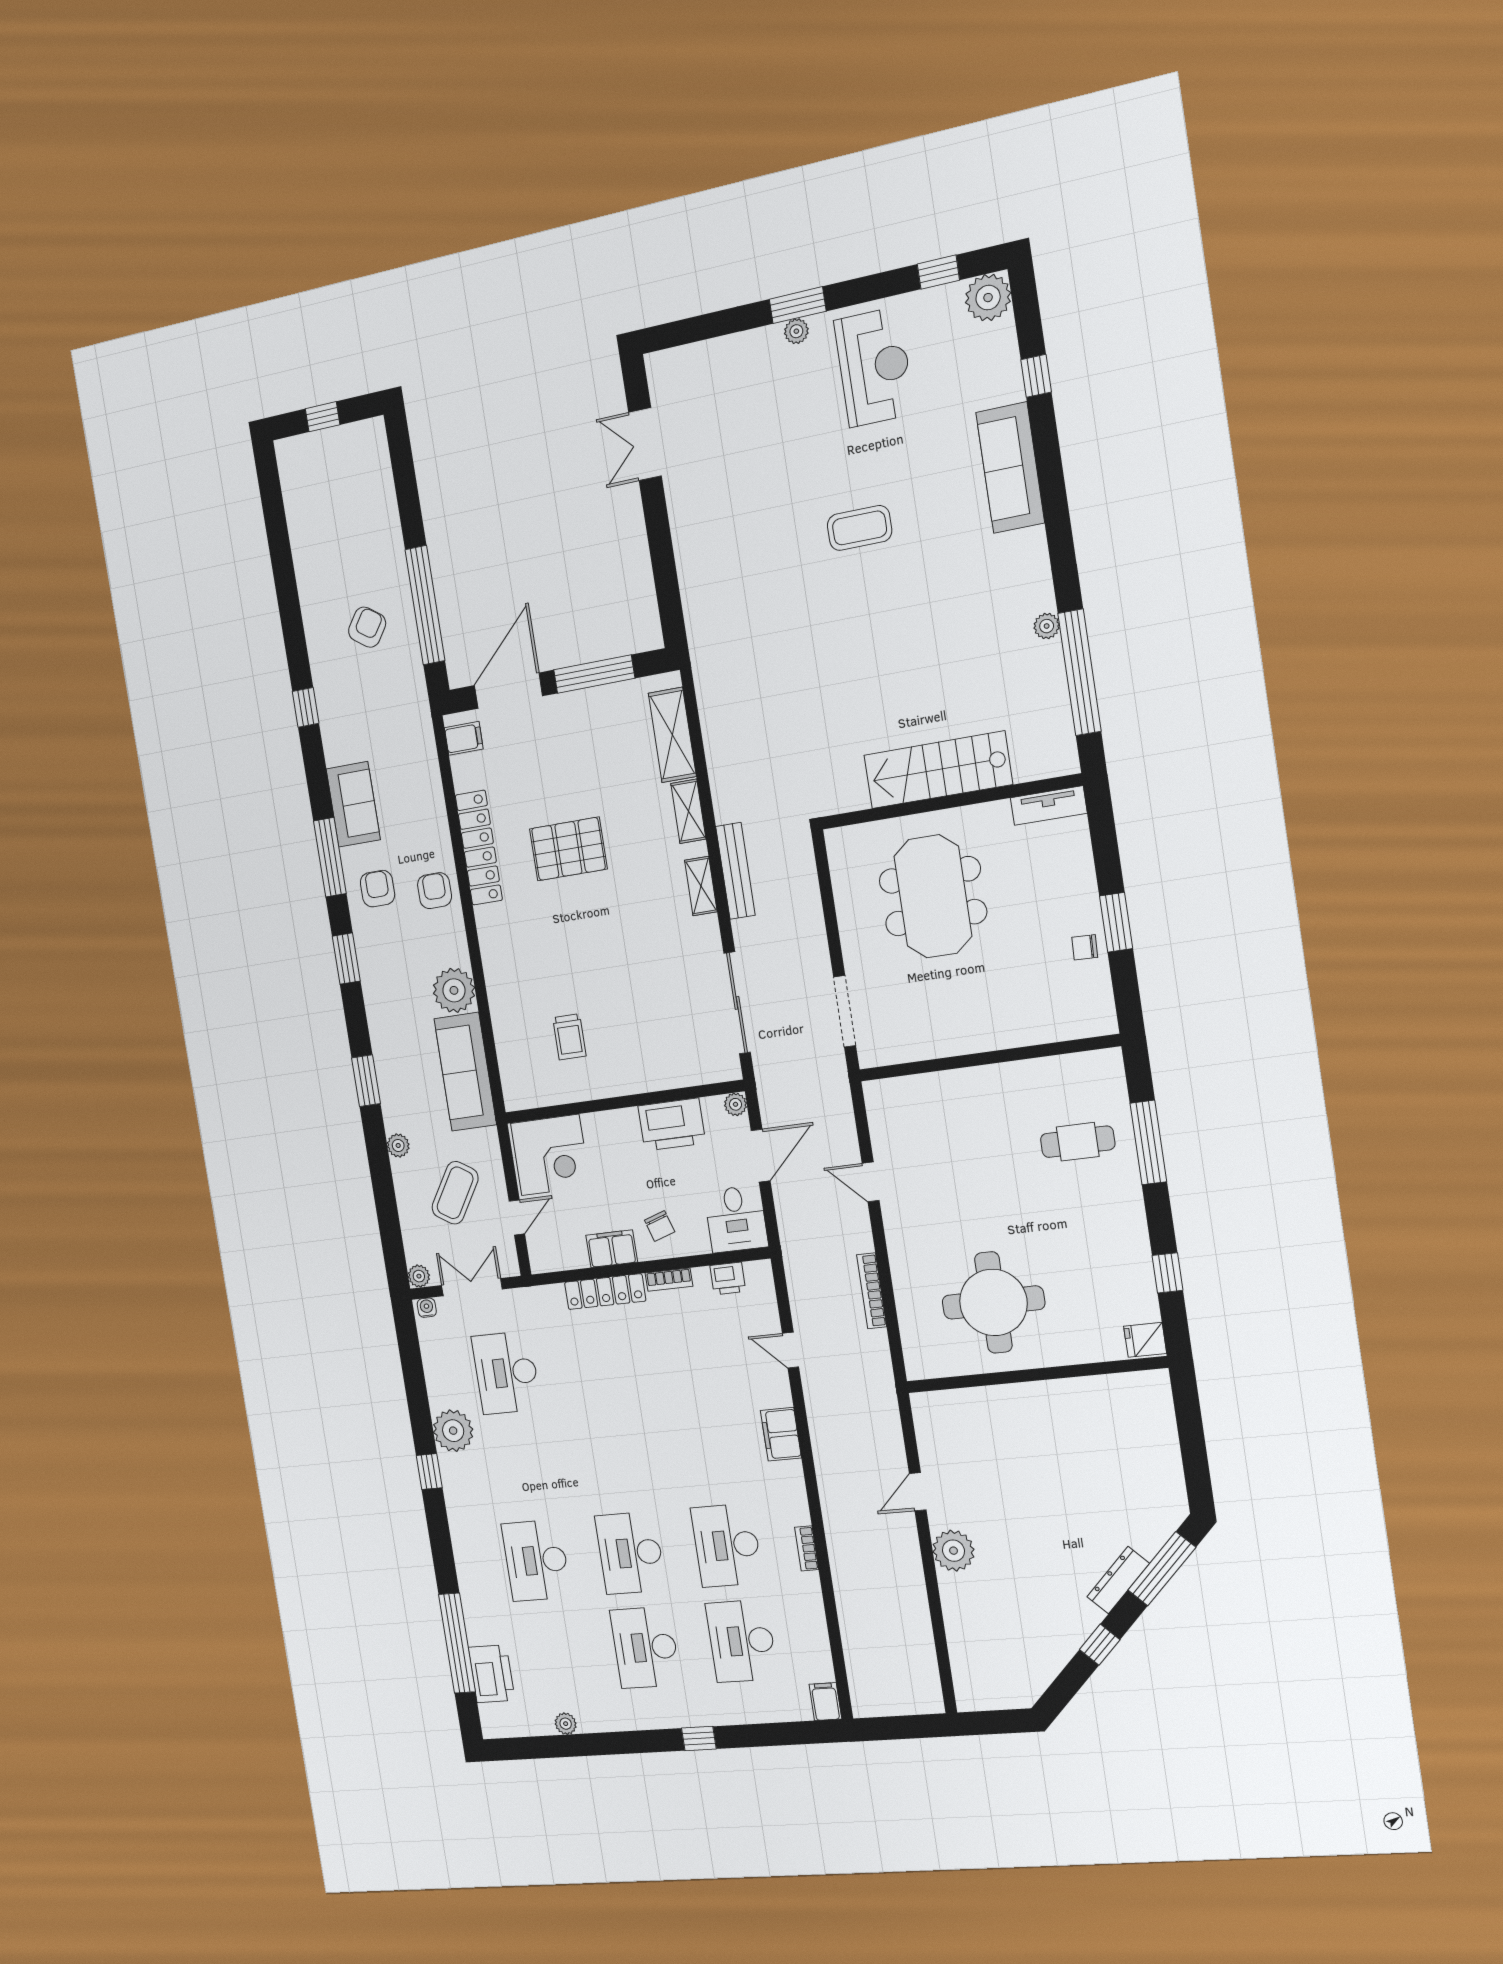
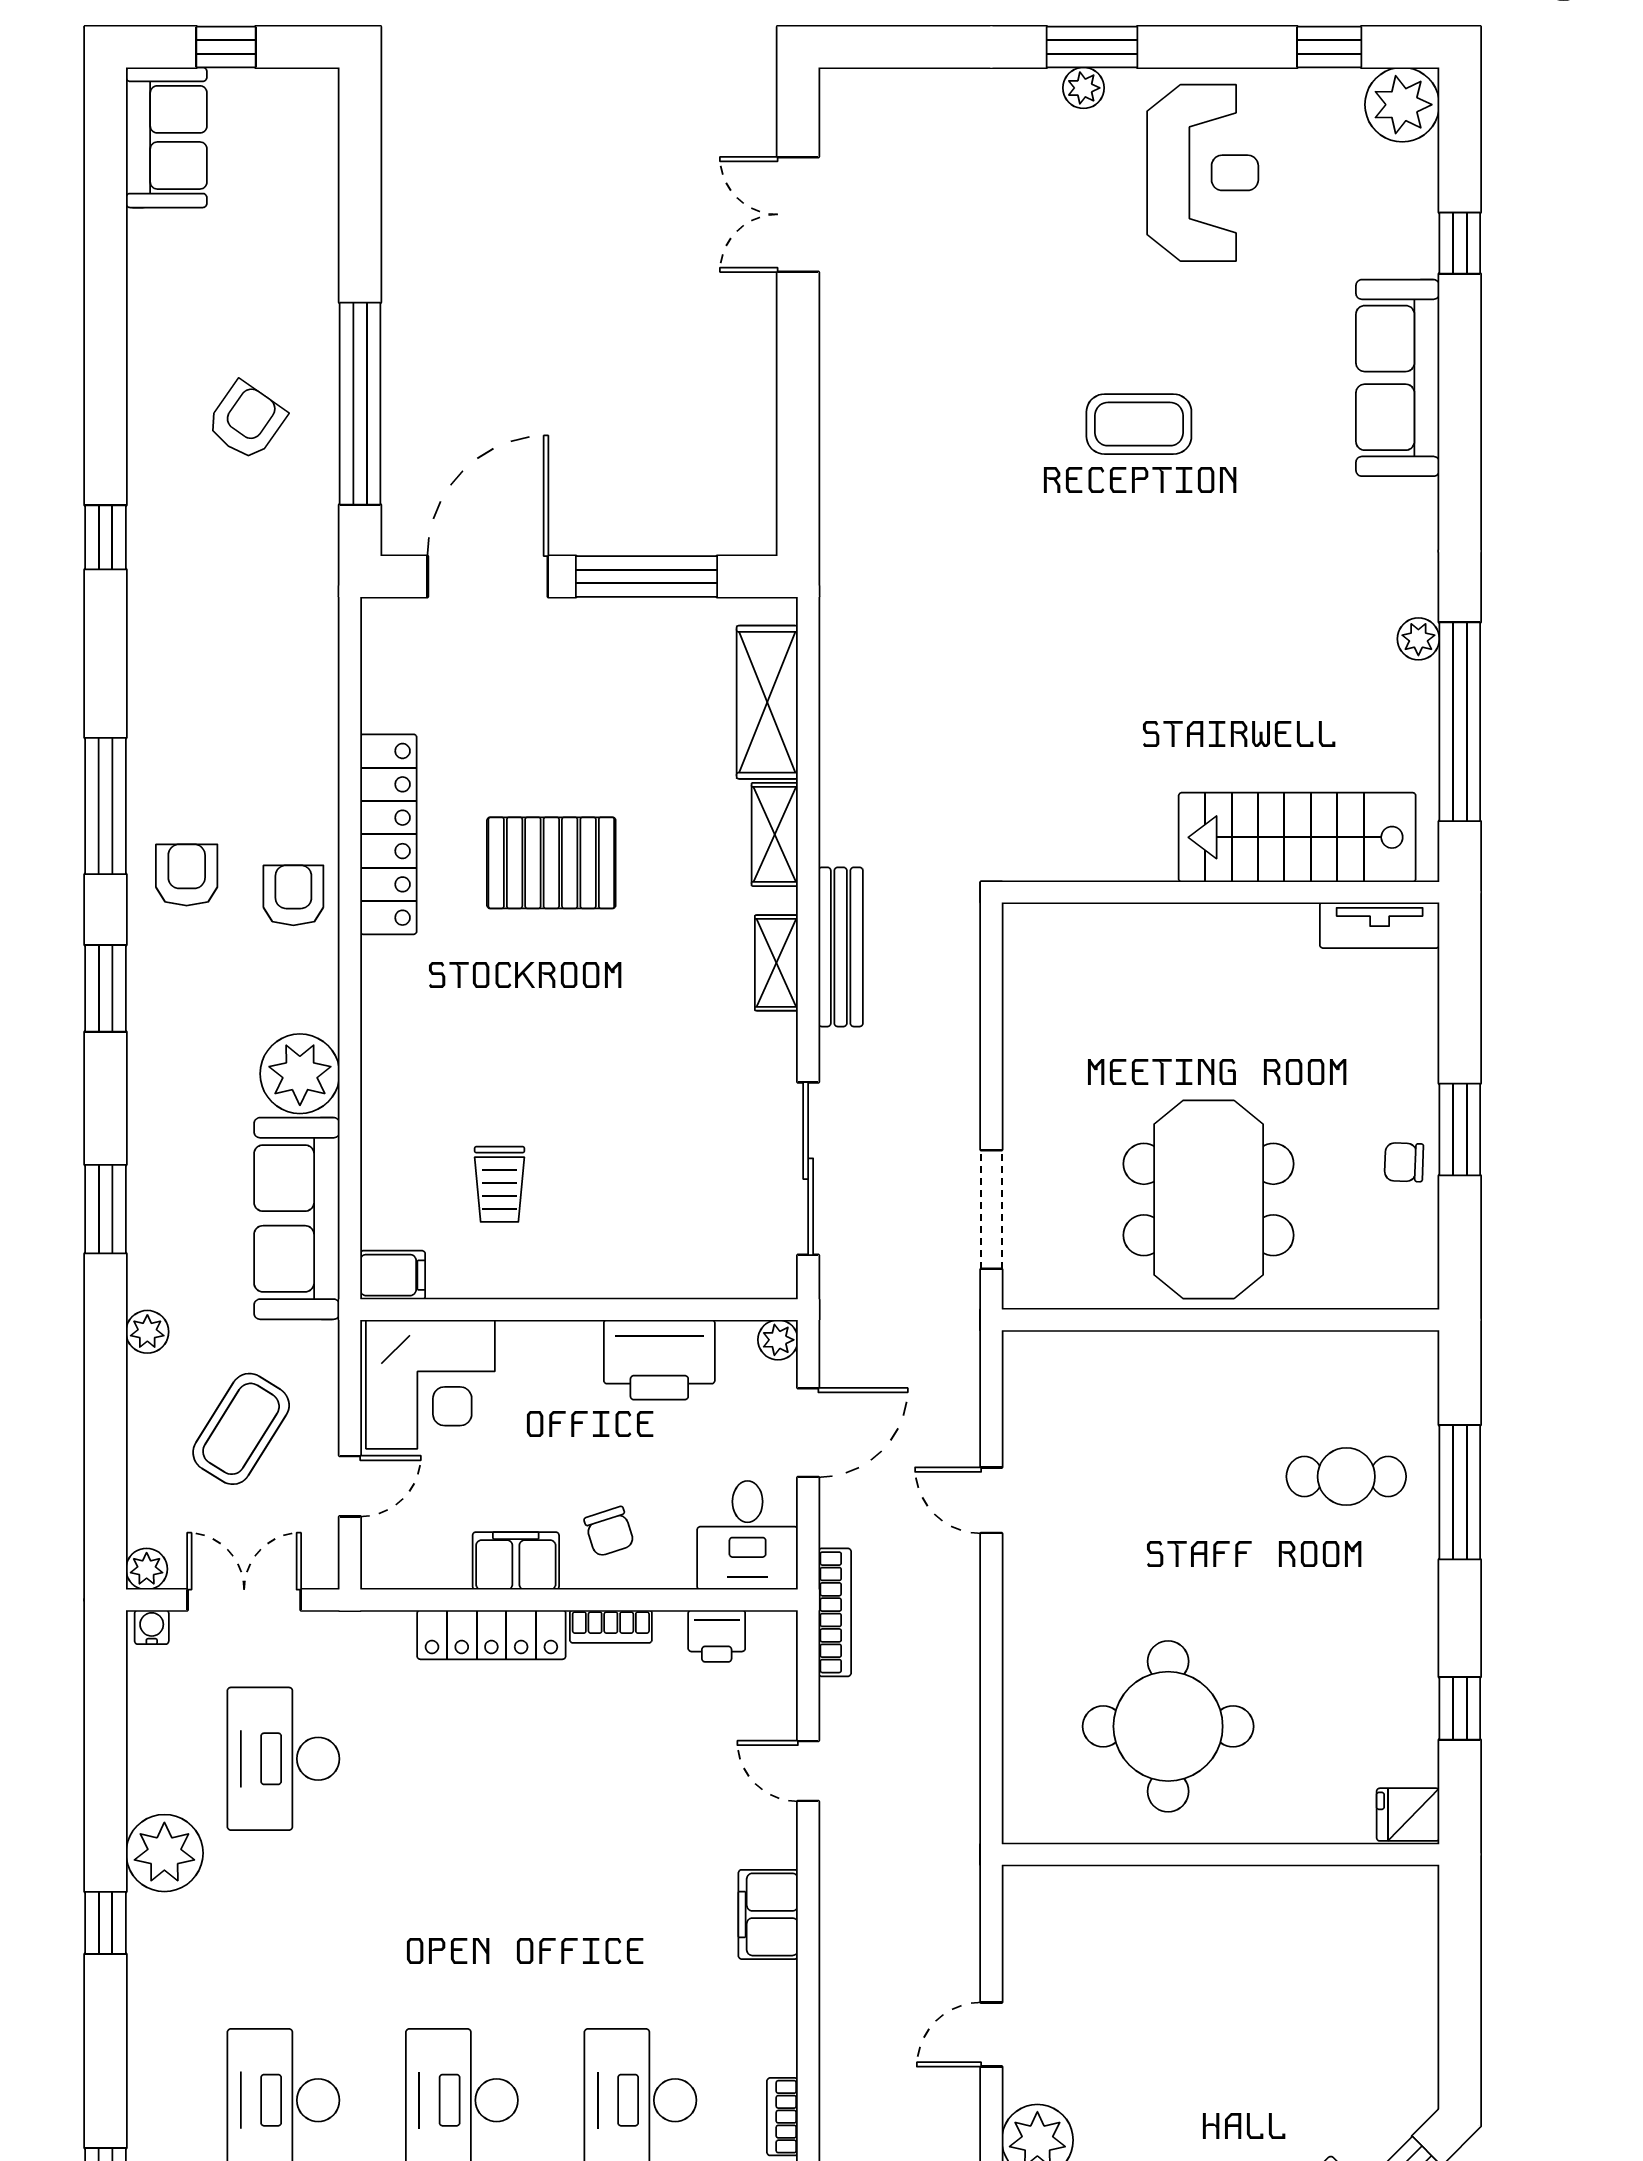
filing cabinet: (464, 738) -> (393, 1275), moved
stairs: (938, 770) -> (1297, 837), moved
sofa: (353, 804) -> (166, 137), moved
meeting table: (933, 896) -> (1209, 1200), moved
bookcase: (872, 1291) -> (835, 1612), moved, turned 180

